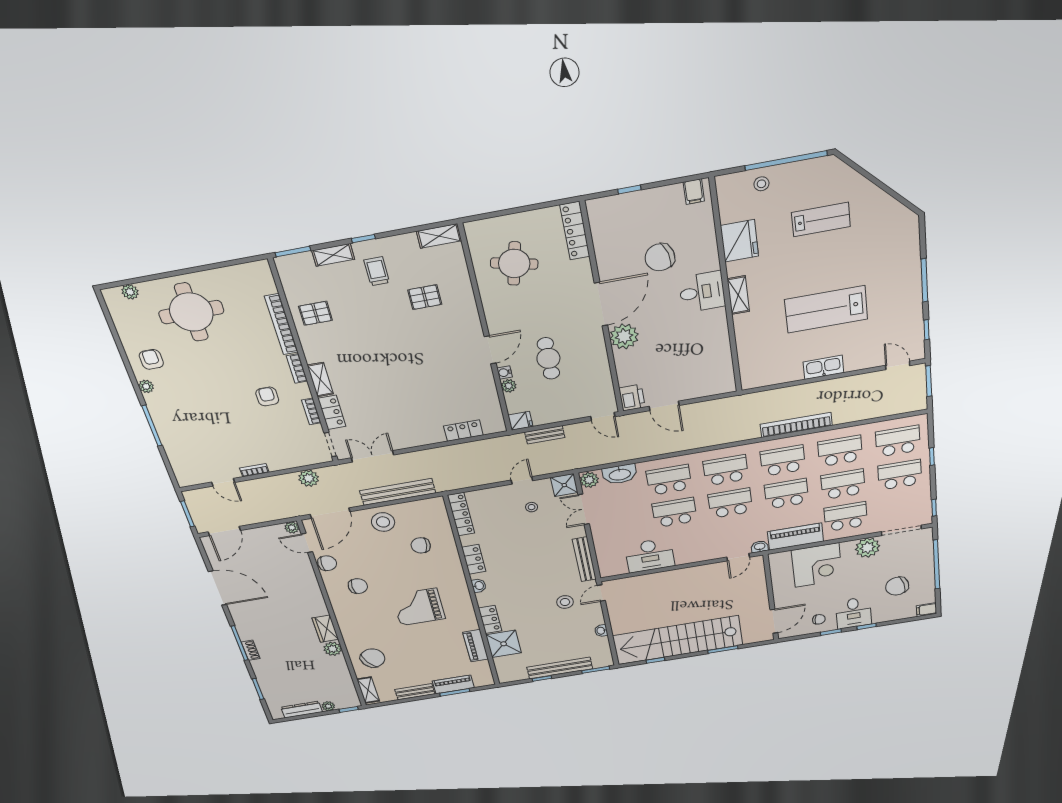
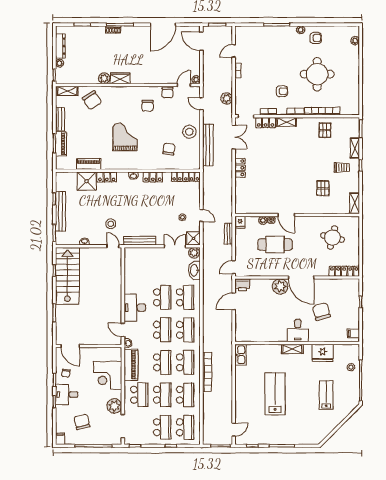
lab bench: (821, 220) -> (326, 395), turned 180
round table: (191, 312) -> (317, 74), moved
cafe table: (548, 358) -> (275, 245), width x1.37, depth x1.35
kitchen sink: (823, 367) -> (240, 355), moved
locker: (463, 431) -> (240, 168), moved
door: (330, 513) -> (201, 104), width x0.53
desk: (650, 555) -> (135, 308), moved
stairs: (678, 640) -> (67, 276), width x0.73

